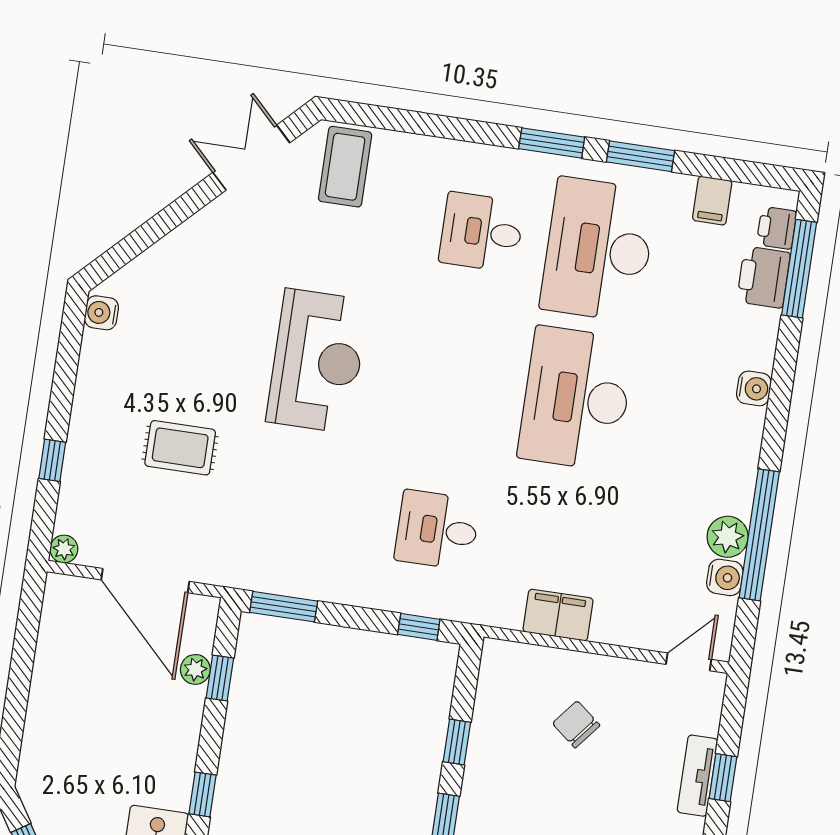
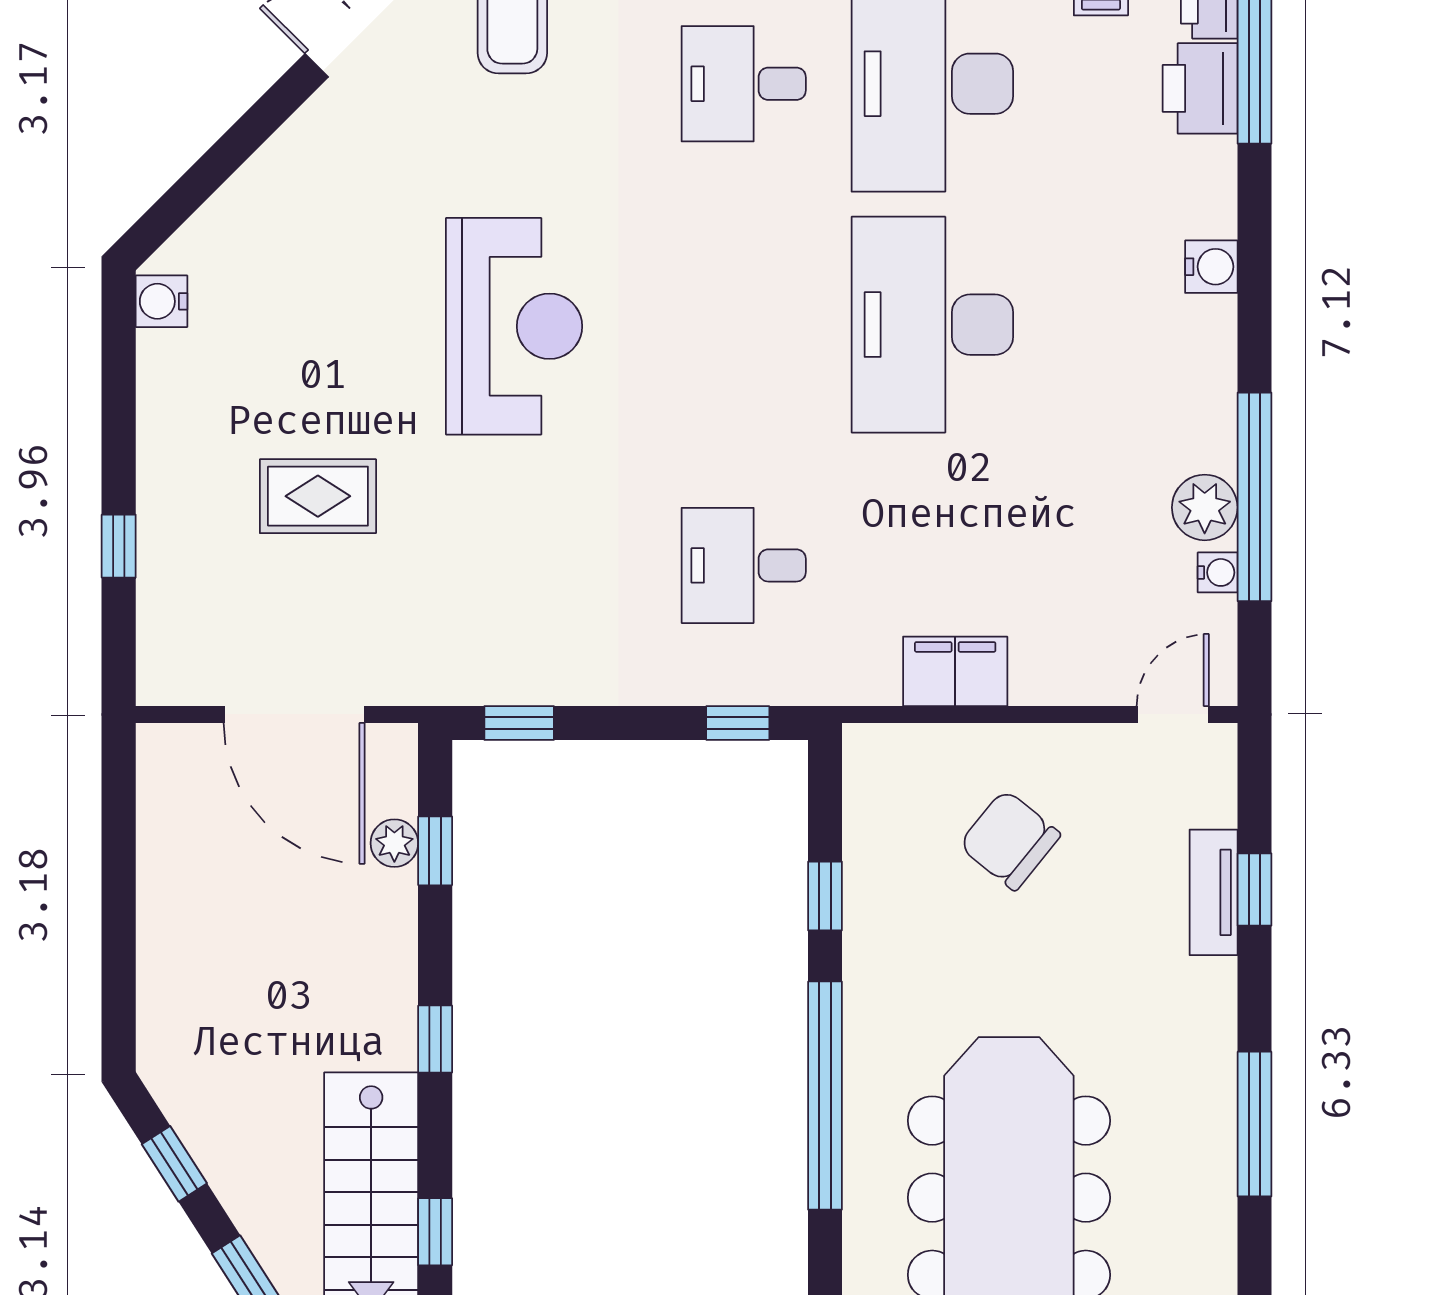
plant: (64, 549) -> (158, 684), removed
water cooler: (725, 577) -> (1218, 572), width x0.72, depth x0.72
window: (284, 607) -> (519, 723), width x0.67
chair: (576, 724) -> (1010, 840), width x1.37, depth x1.37

